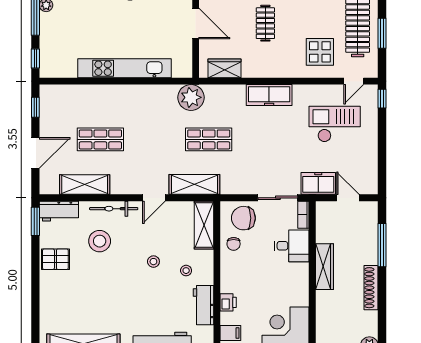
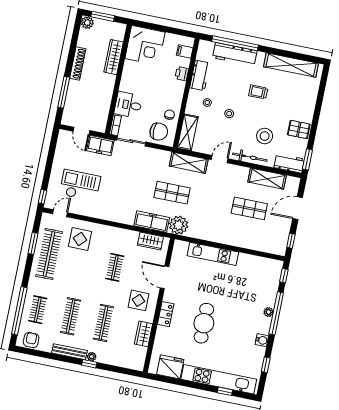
kitchen unit: (125, 68) -> (213, 254), width x0.73
freezer: (269, 95) -> (152, 222), moved
checkout: (335, 124) -> (80, 185), turned 180
wardrobe: (324, 267) -> (114, 57), moved
trolley: (120, 299) -> (258, 92), added

